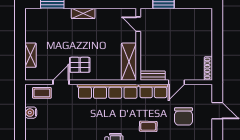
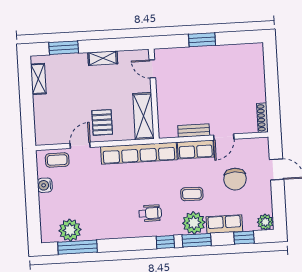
door: (138, 24) -> (152, 69), moved
wall: (138, 44) -> (154, 94), moved
shelving: (30, 55) -> (38, 79), moved
shelving: (129, 62) -> (143, 116), moved
pallet: (80, 65) -> (102, 122), turned 90

